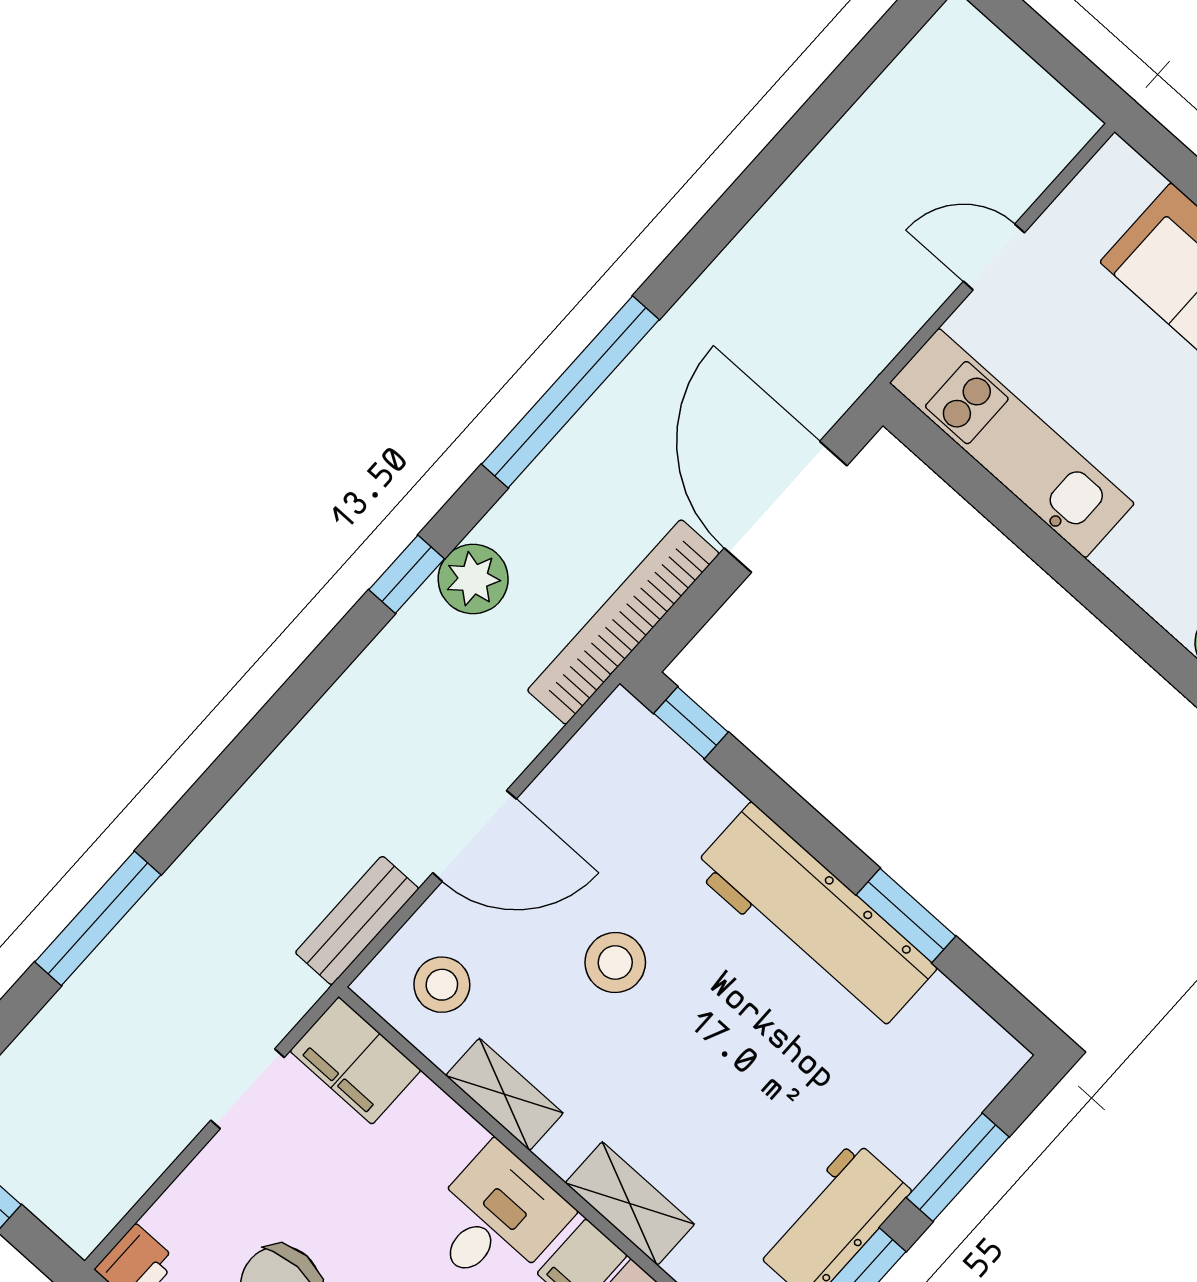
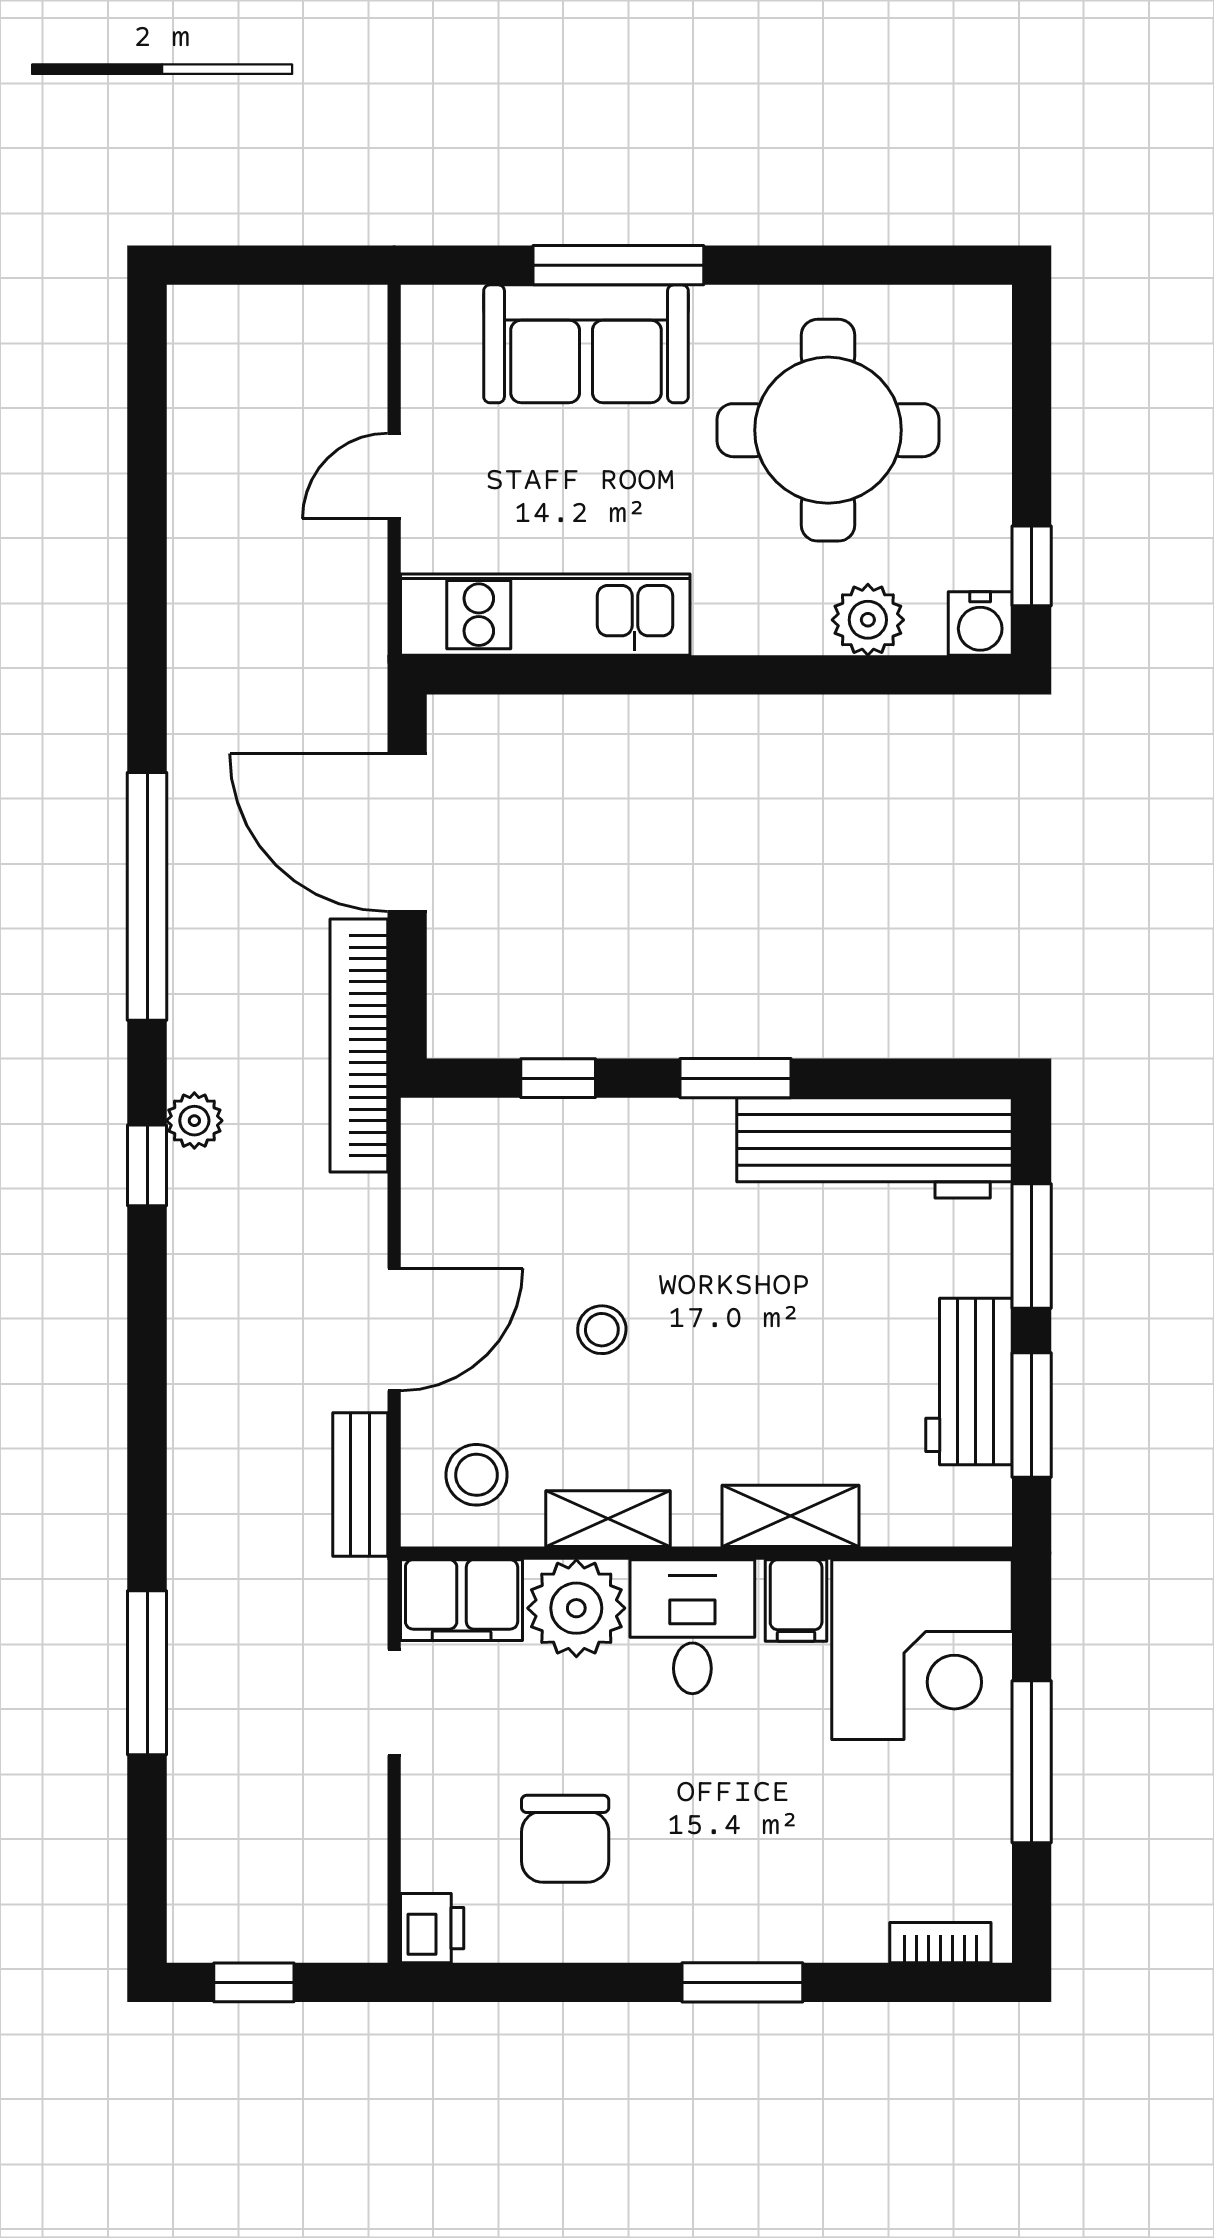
plant: (473, 579) -> (194, 1121), width x0.73, depth x0.73
window: (691, 723) -> (558, 1078), moved
window: (906, 916) -> (736, 1078), moved
workbench: (814, 918) -> (874, 1148), moved
stool: (615, 962) -> (602, 1330), width x0.73, depth x0.73
plant: (428, 1136) -> (576, 1608), added

